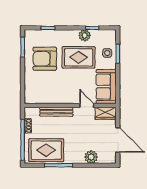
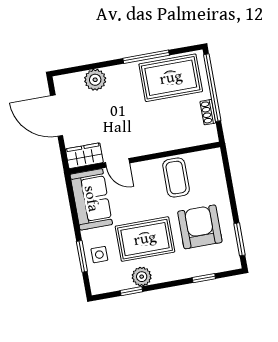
armchair: (45, 59) -> (200, 227), turned -90
coffee table: (54, 90) -> (176, 178), added
bench: (56, 112) -> (165, 144), removed

